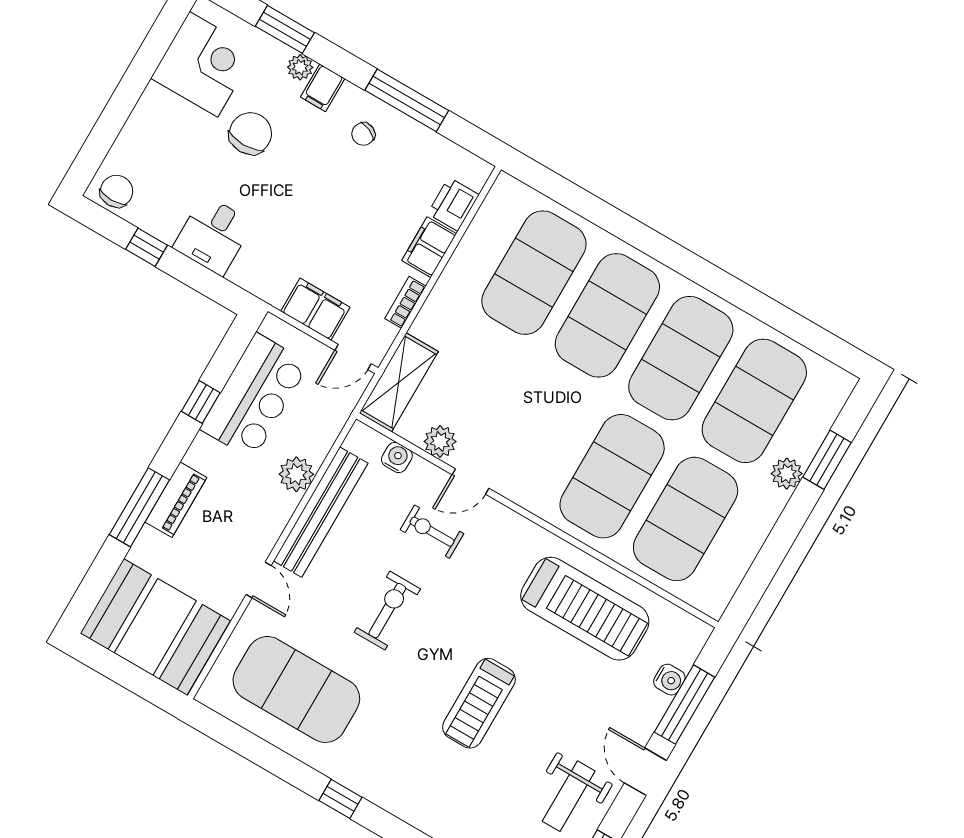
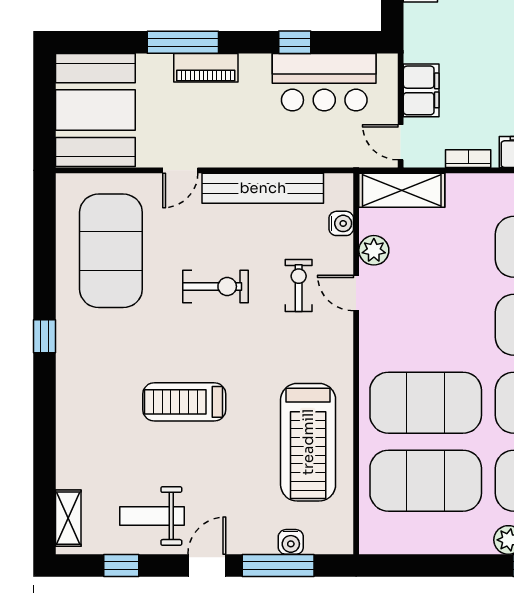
plant: (296, 474) -> (282, 151), removed

